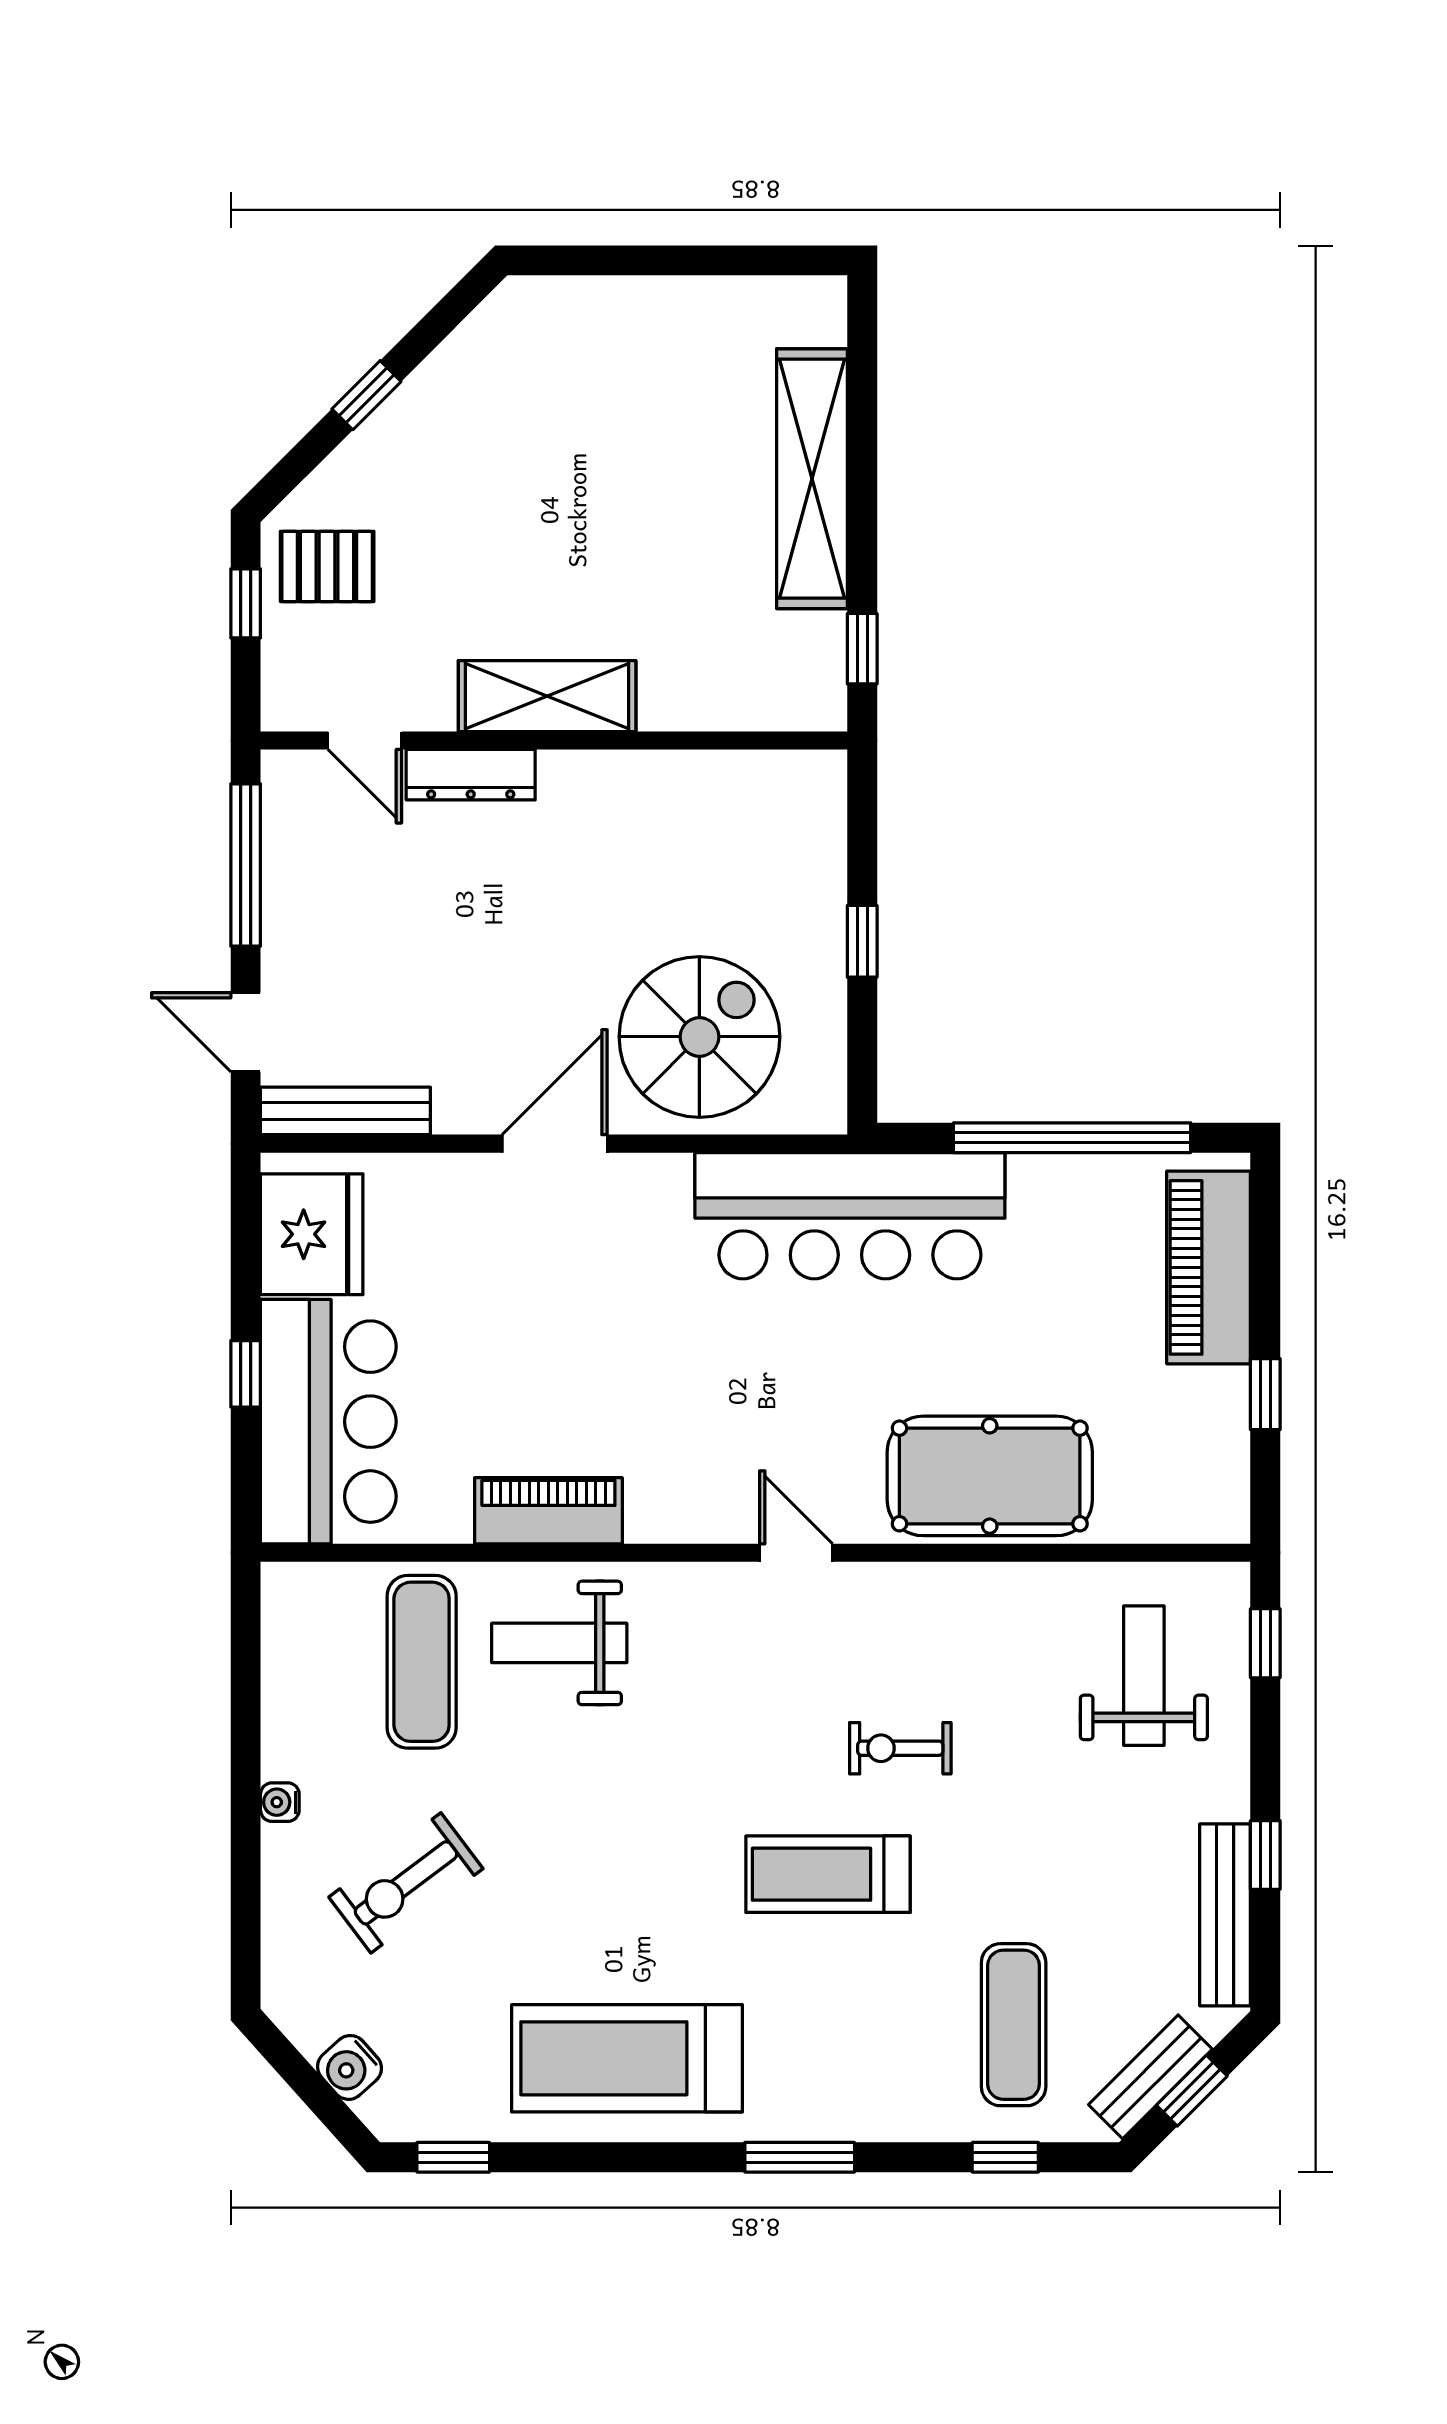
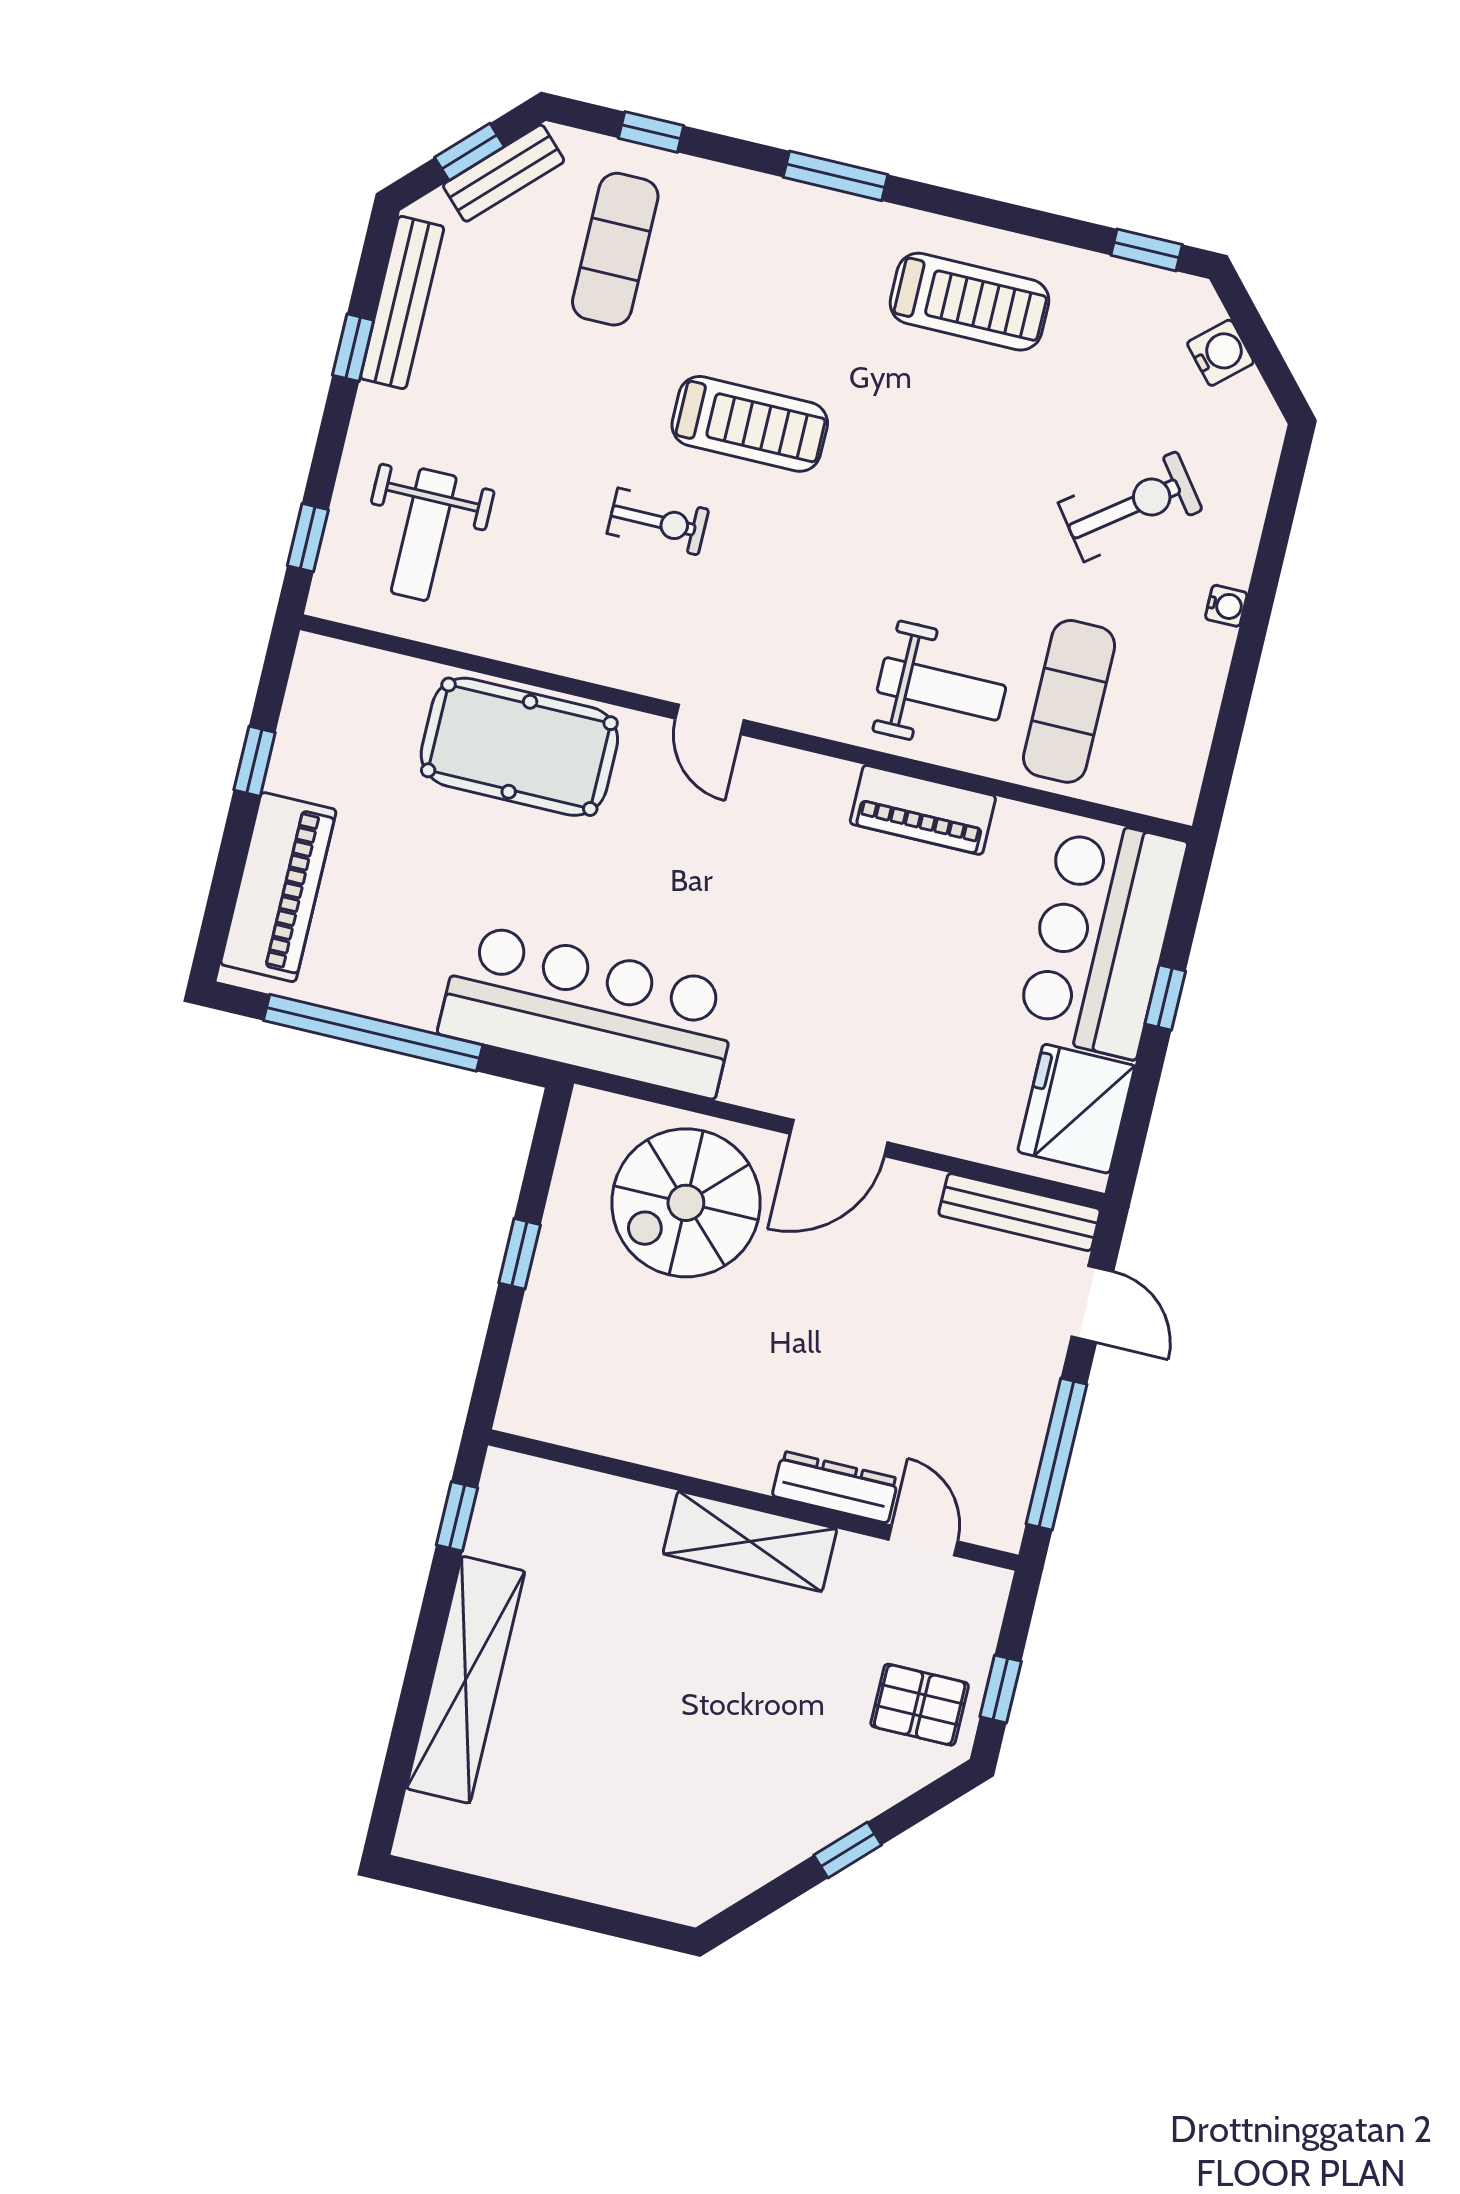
treadmill: (627, 2058) -> (969, 302), width x0.73, depth x0.73

